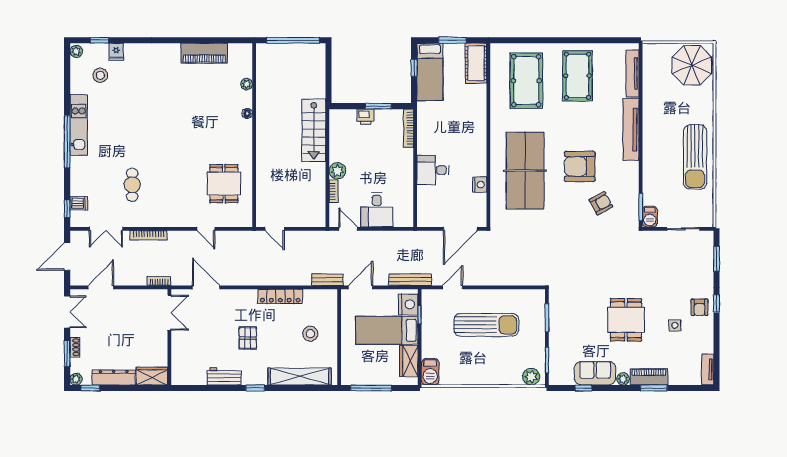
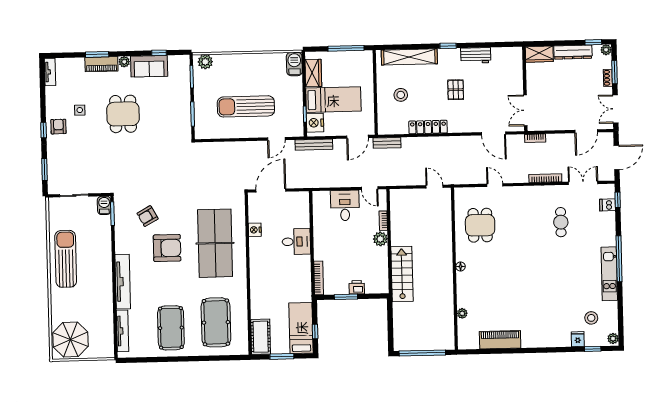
floor lamp: (247, 113) -> (461, 267), moved

